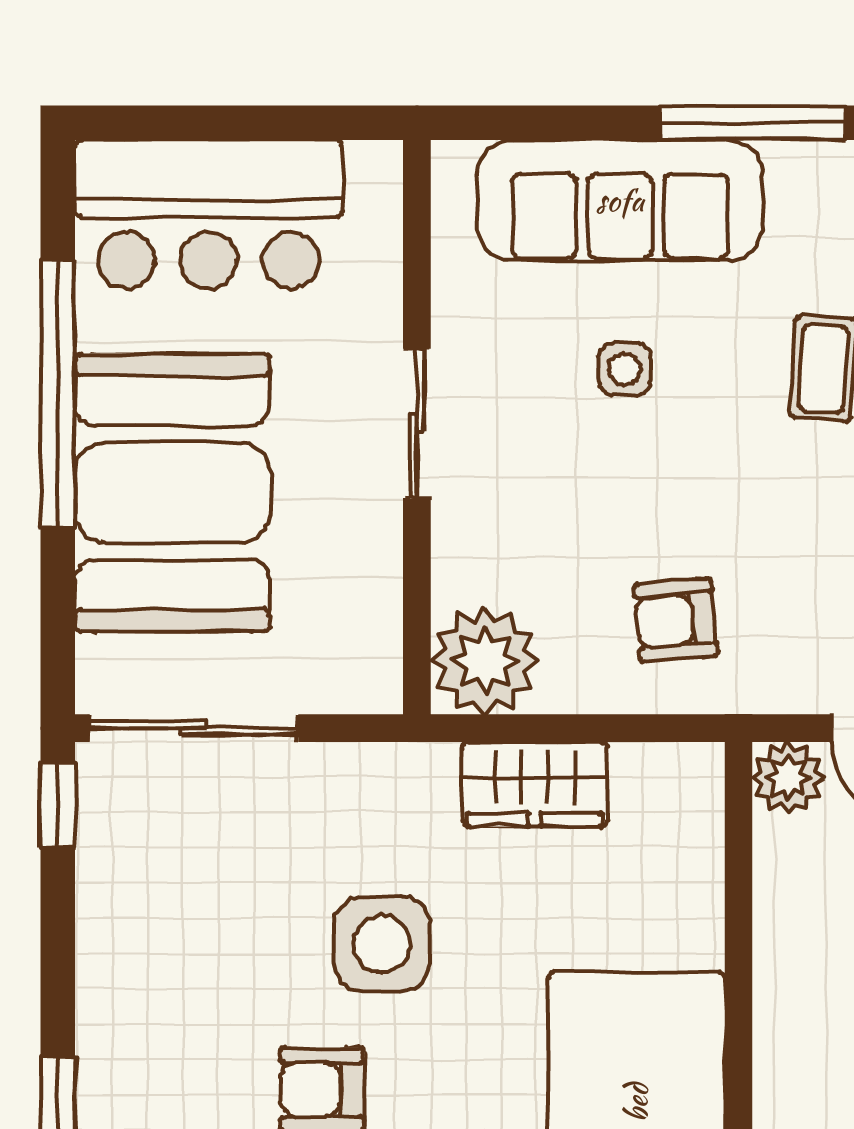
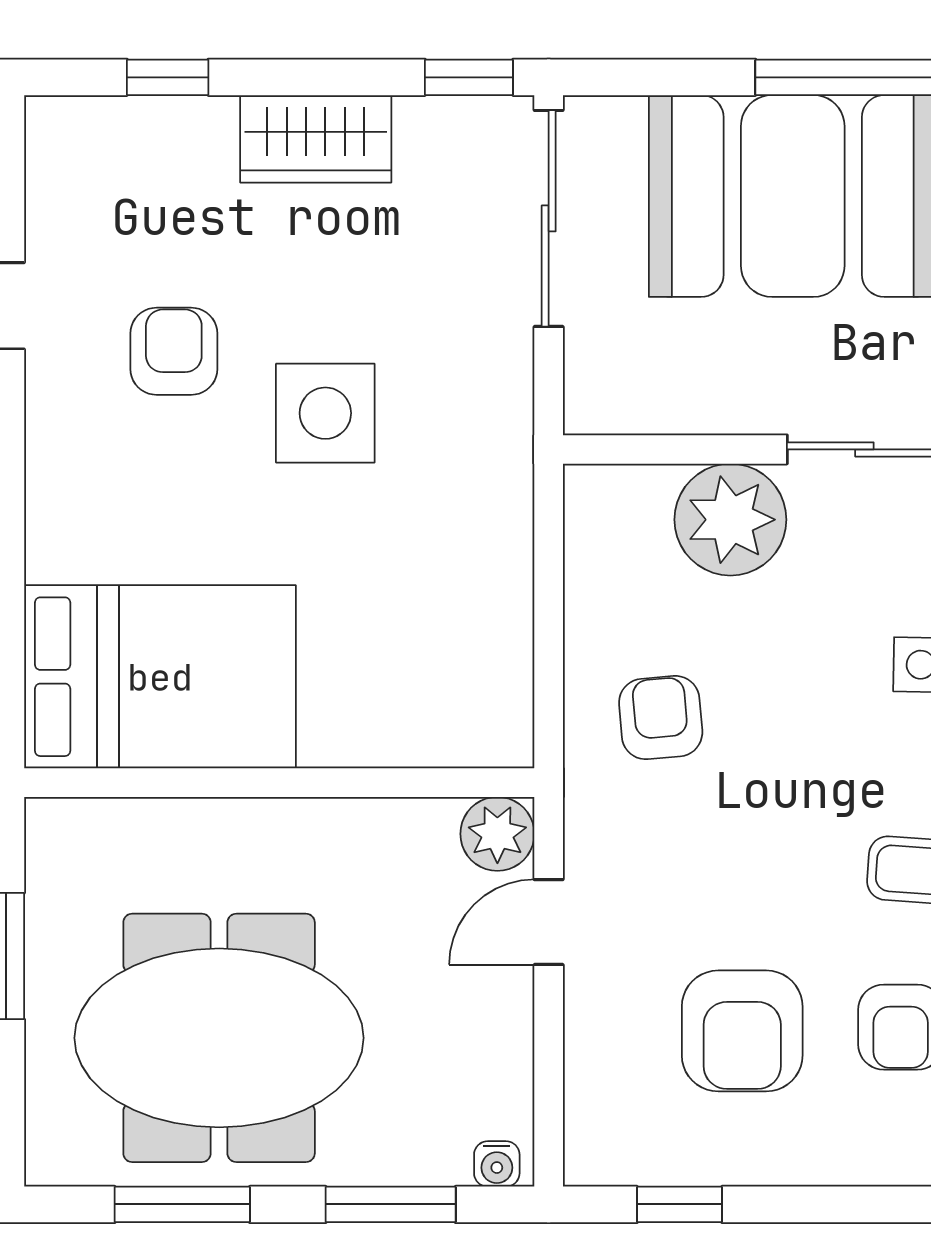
plant: (485, 660) -> (730, 520), moved
wardrobe: (535, 784) -> (316, 139), moved, turned -90

